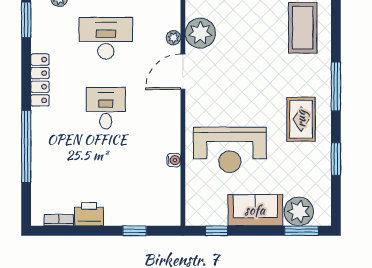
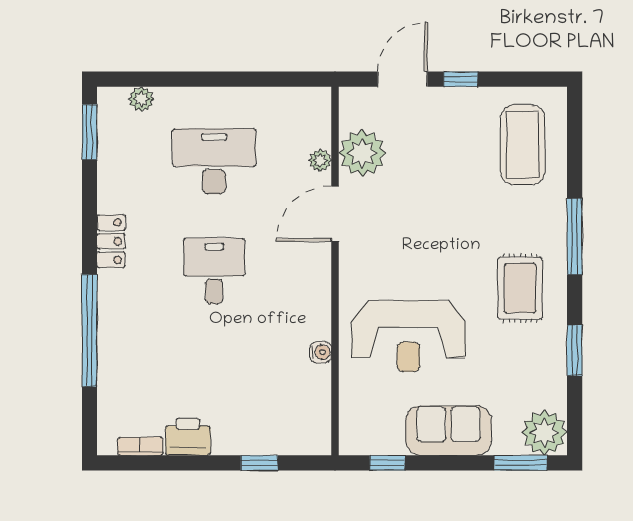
locker: (40, 80) -> (111, 241), width x0.66
plant: (299, 211) -> (544, 433), moved

